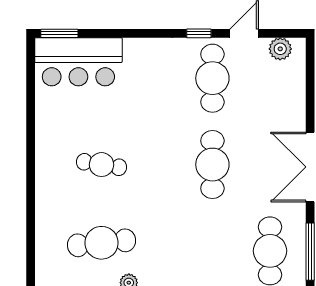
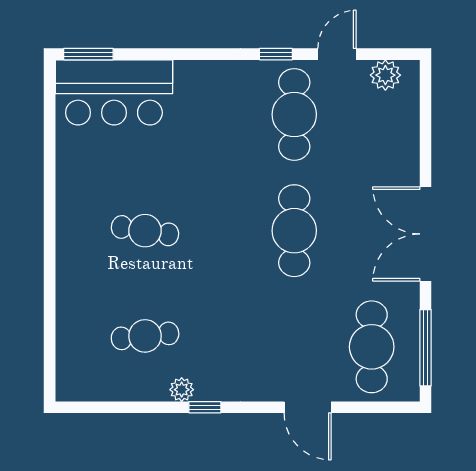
cafe table: (102, 243) -> (145, 336), width x0.73, depth x0.74

